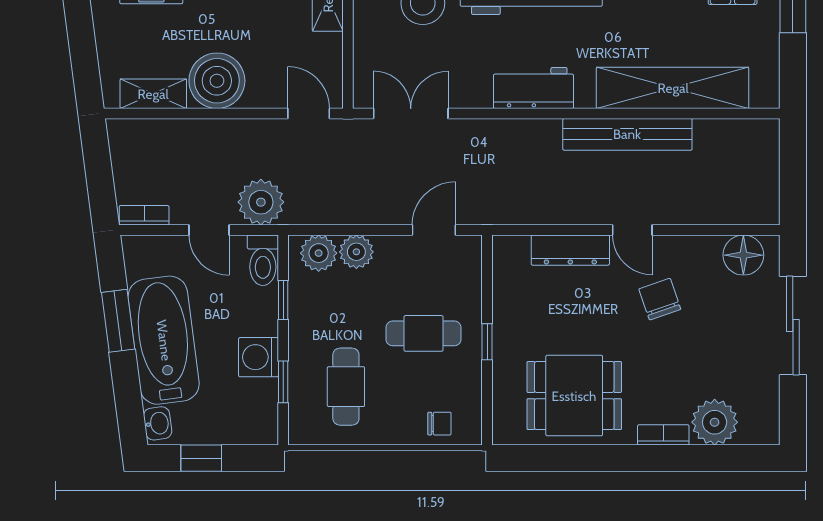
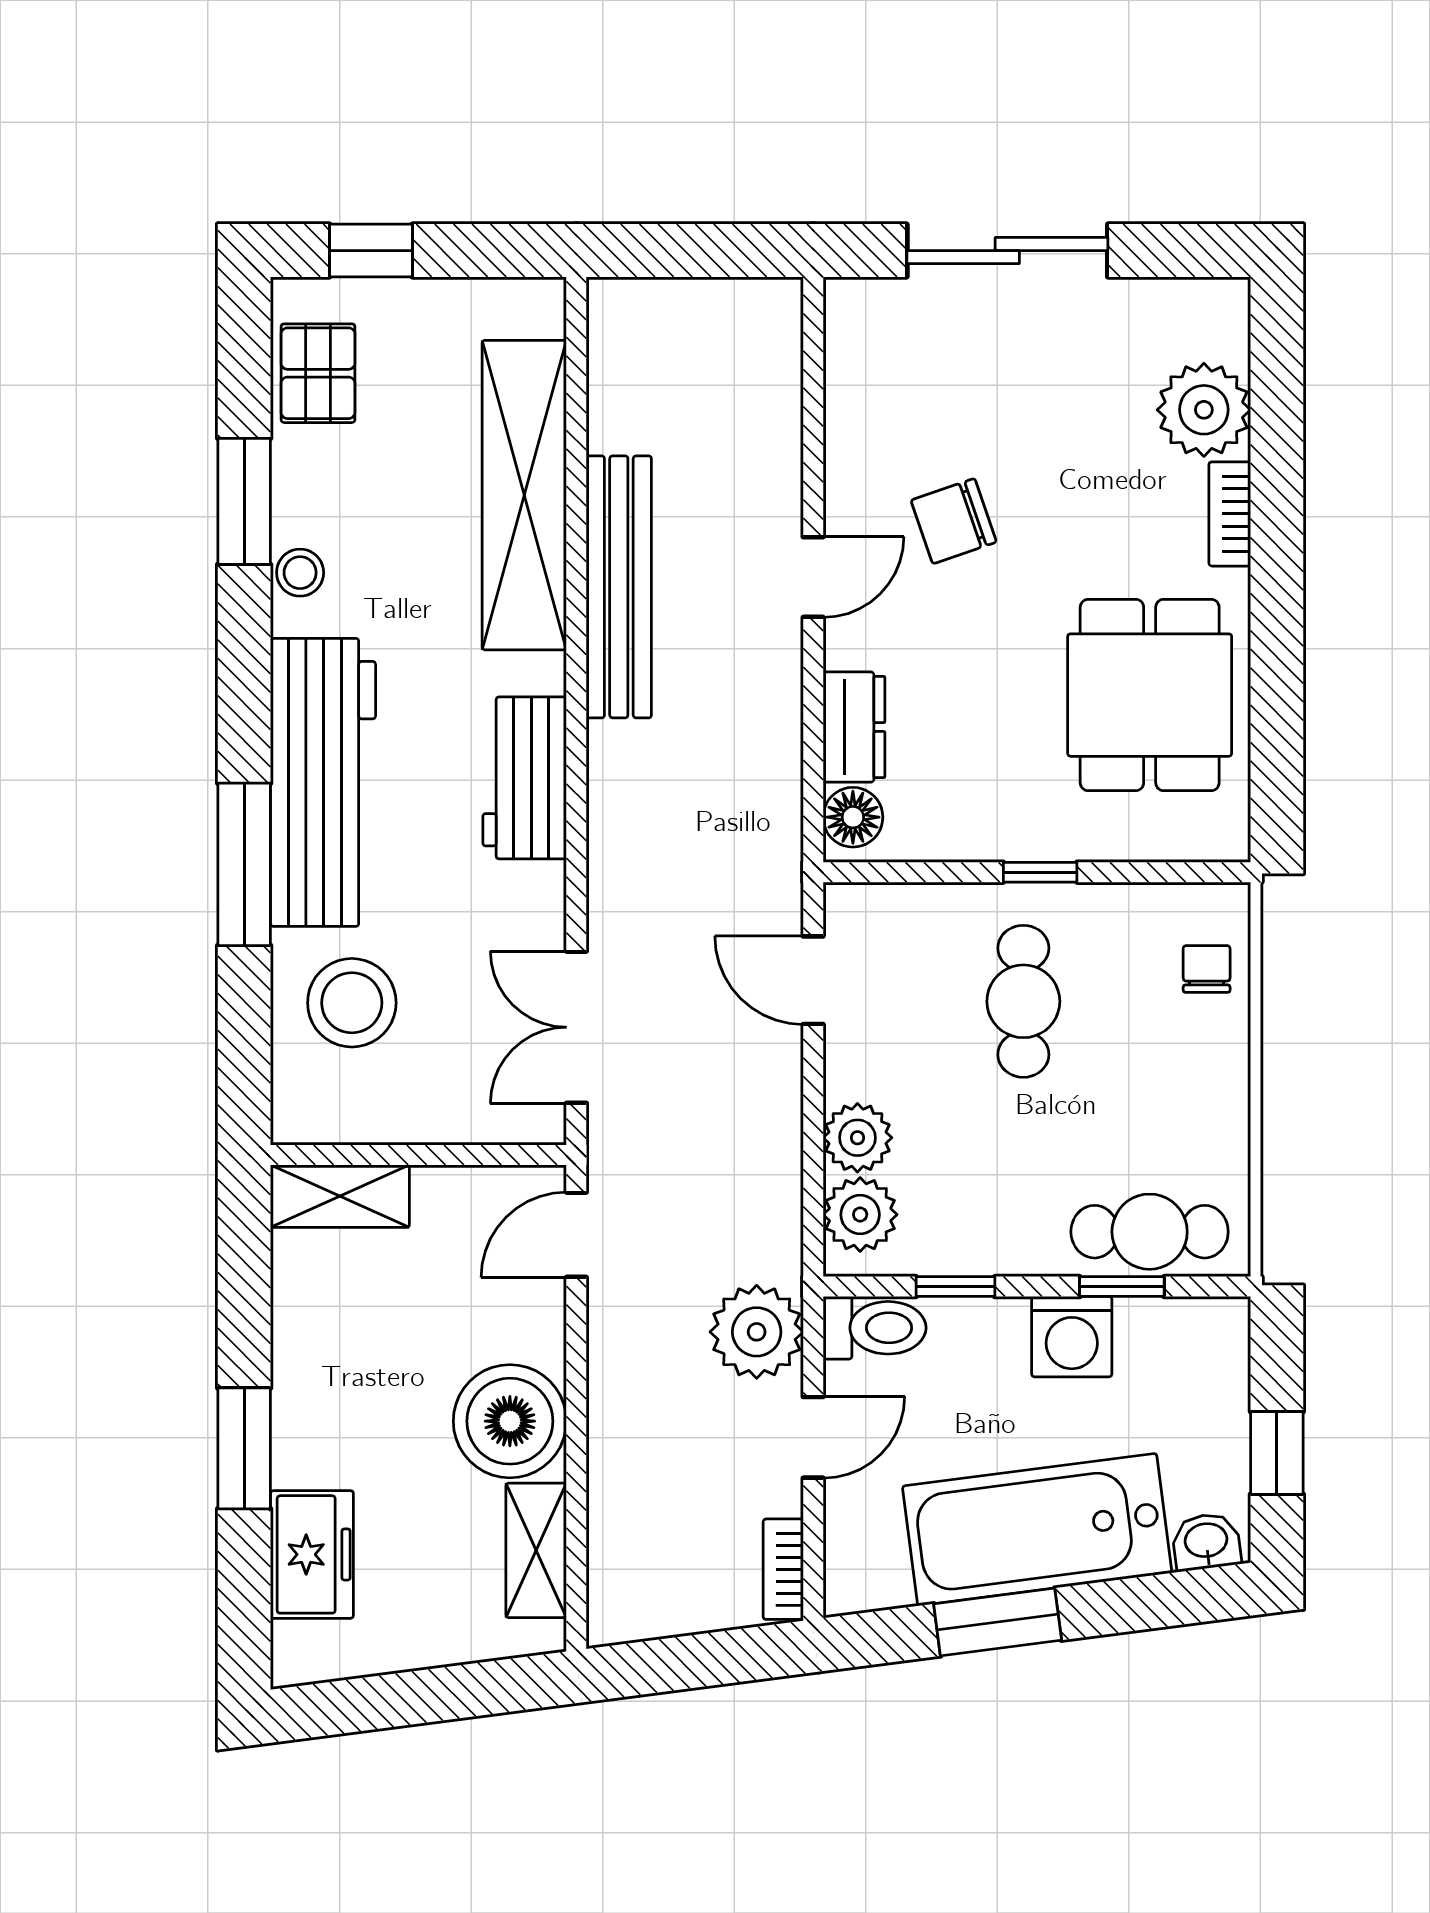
dresser: (570, 250) -> (854, 727), width x0.70
floor lamp: (743, 255) -> (853, 817), moved, width x0.73, depth x0.73
cafe table: (346, 387) -> (1150, 1232), moved

